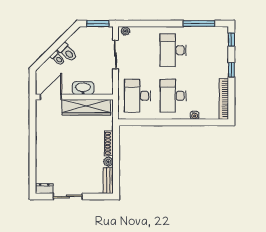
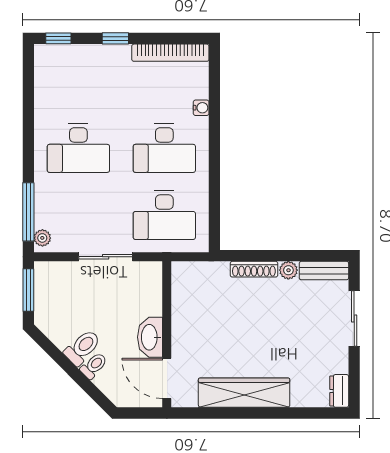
window: (199, 24) -> (28, 212), moved
sliding door: (115, 54) -> (106, 257), moved
washbasin: (83, 88) -> (150, 337), moved
wardrobe: (86, 107) -> (244, 393), moved, turned -90
sliding door: (68, 196) -> (354, 319), moved

